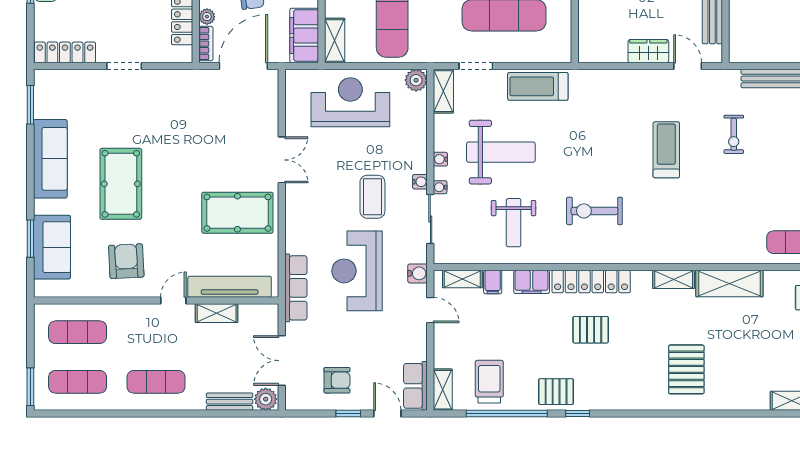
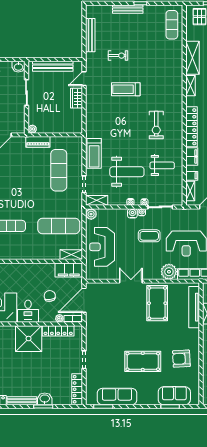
door: (243, 66) -> (84, 300), hinge flipped
weight bench: (501, 152) -> (127, 172), turned 90
sofa: (50, 159) -> (117, 397), moved
plant: (301, 236) -> (169, 272), added
water cooler: (418, 273) -> (132, 213), moved
door: (173, 300) -> (201, 335), removed

